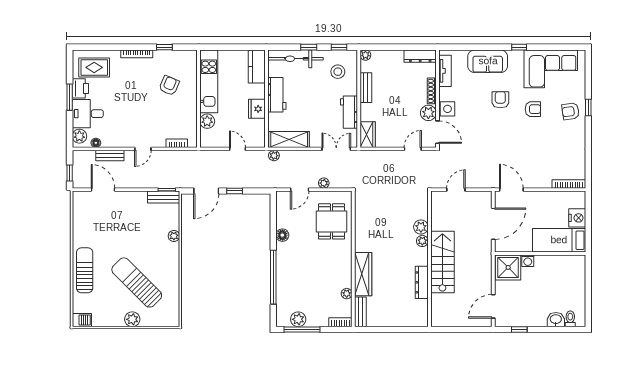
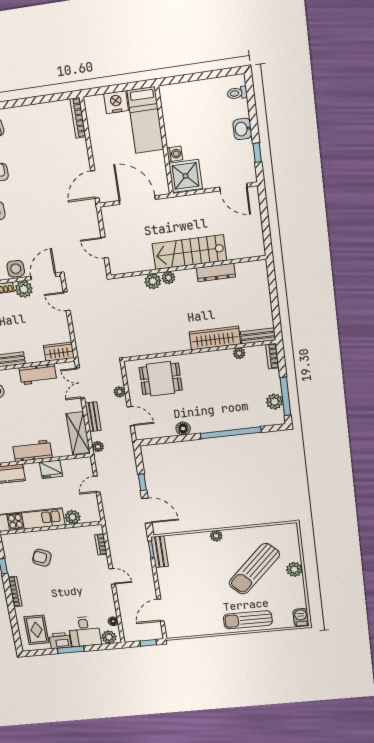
bench: (110, 156) -> (93, 417), moved
plant: (174, 236) -> (216, 536), moved
washbasin: (556, 320) -> (242, 129), moved

